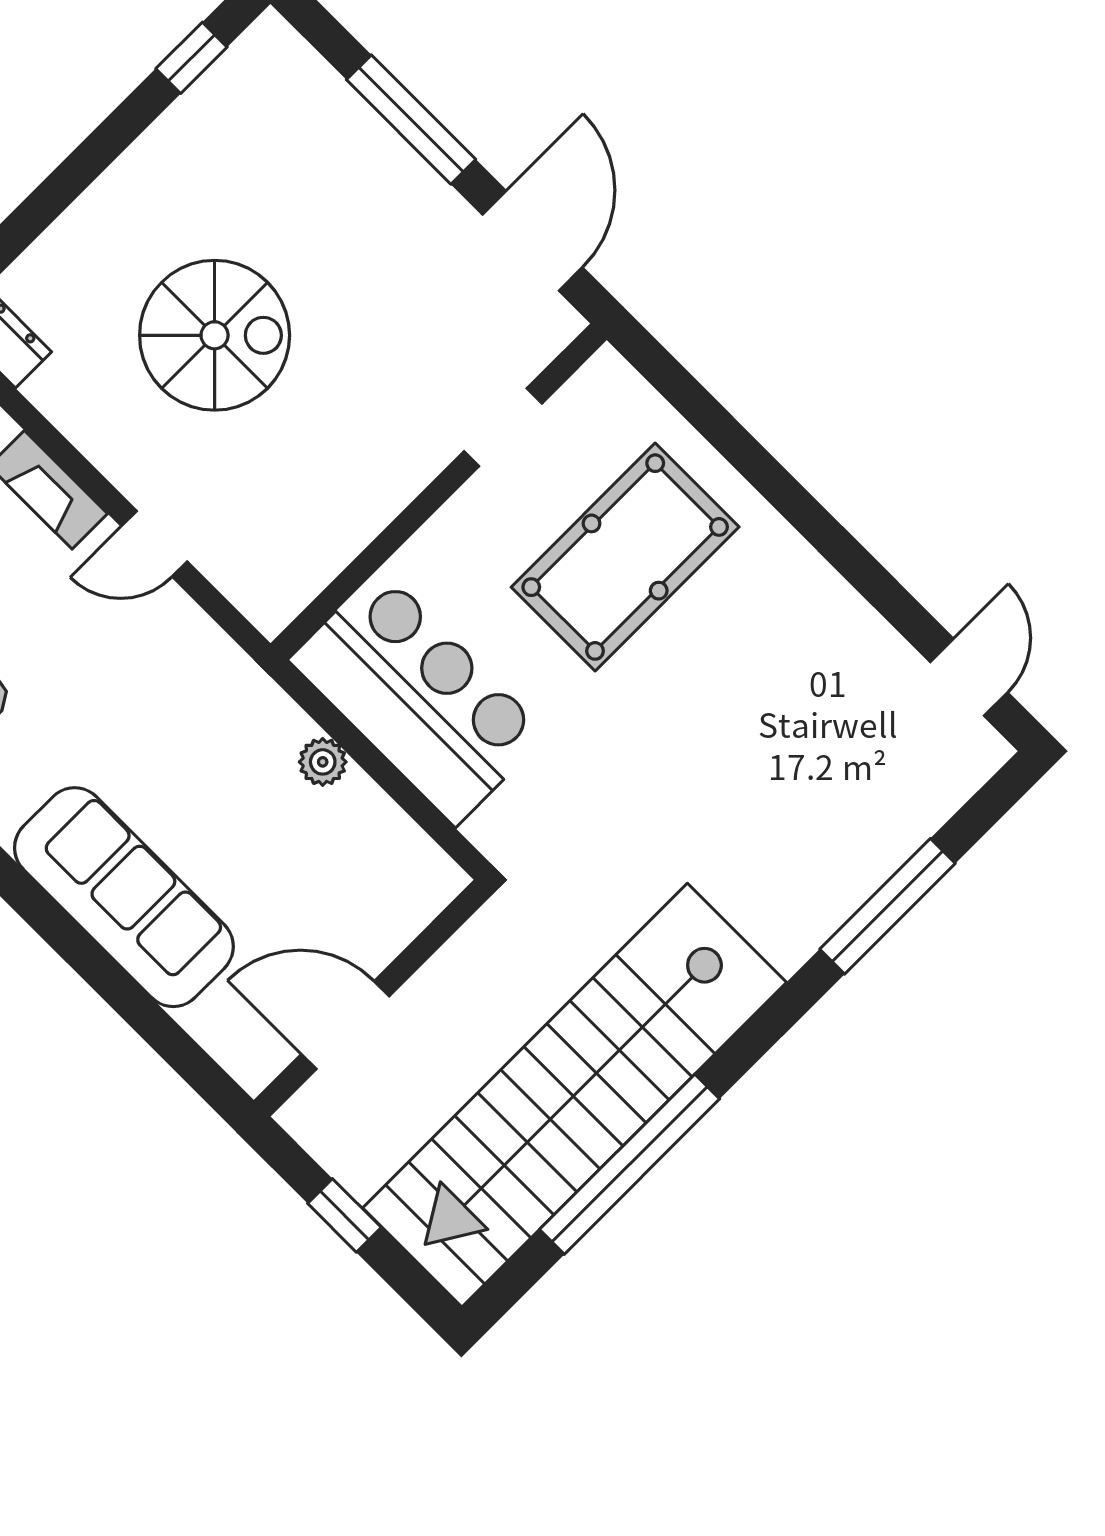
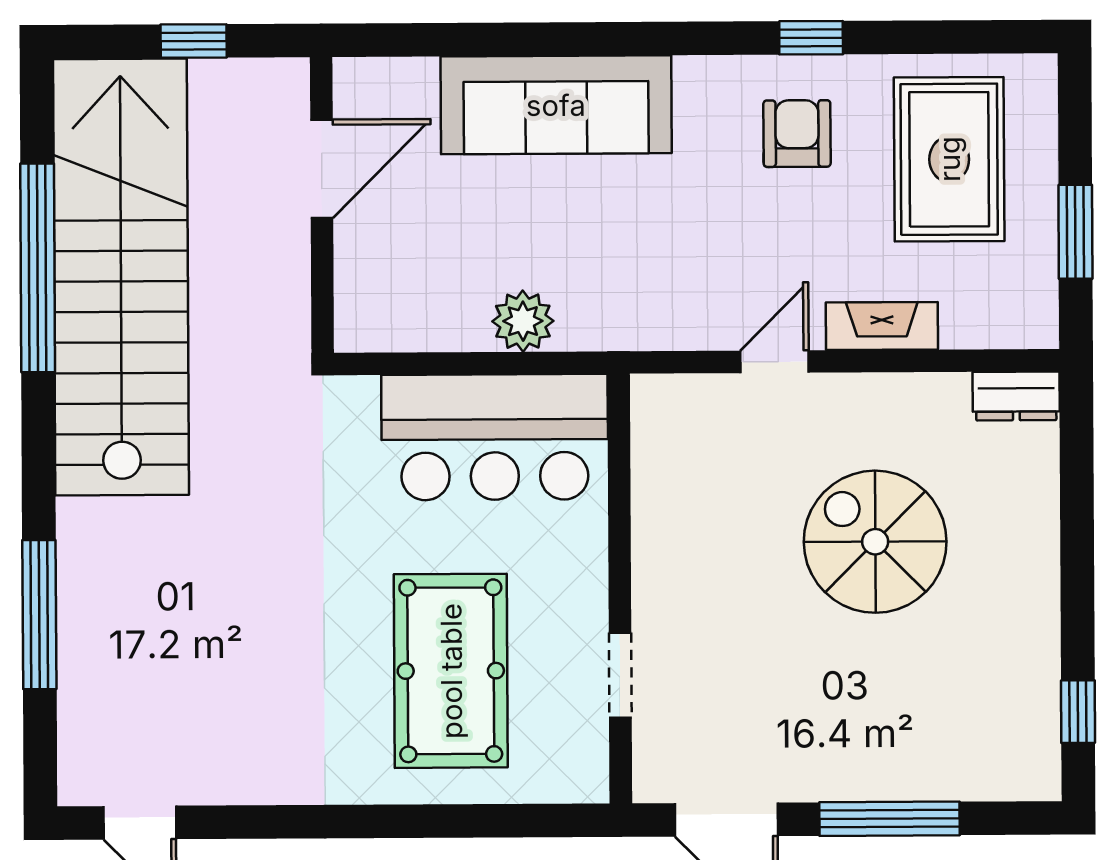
spiral stairs: (215, 335) -> (875, 542), turned 90
plant: (323, 762) -> (523, 321), width x1.38, depth x1.38

